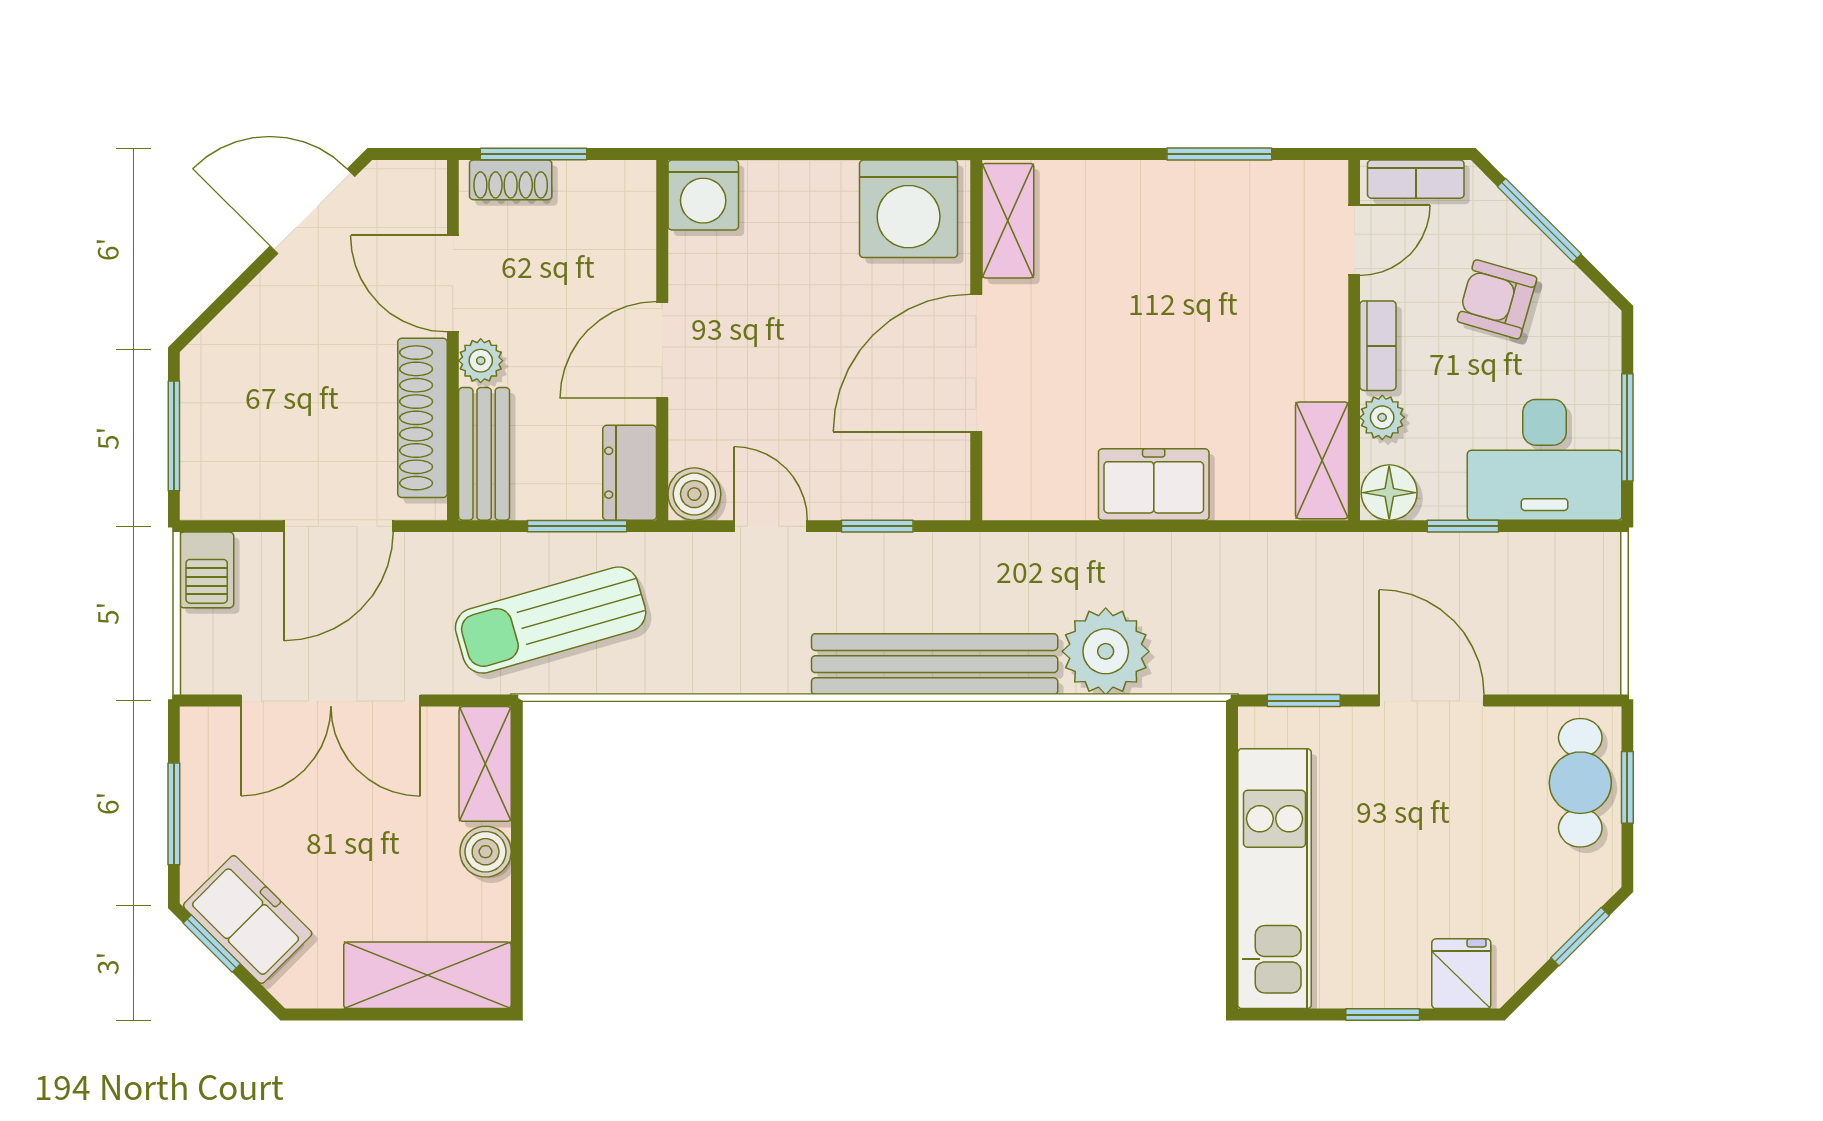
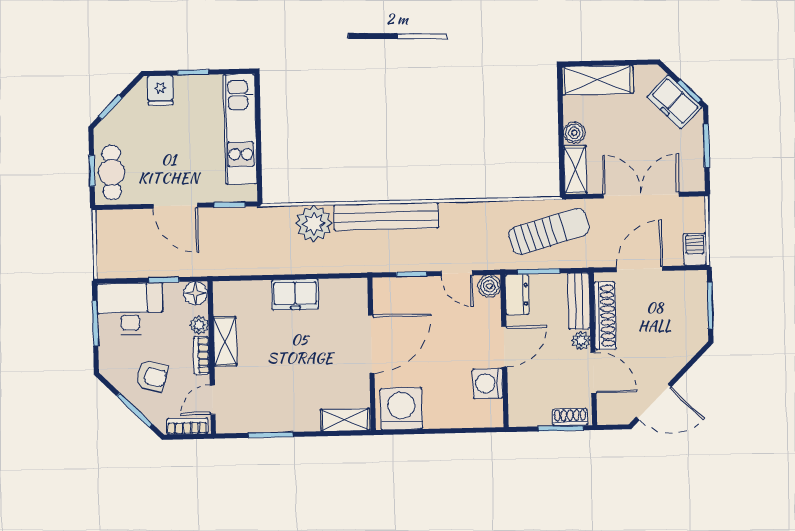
washing machine: (703, 195) -> (488, 383), moved, turned -90
shelving: (1008, 221) -> (345, 420), moved, turned 90
shelving: (1322, 460) -> (225, 341), moved

